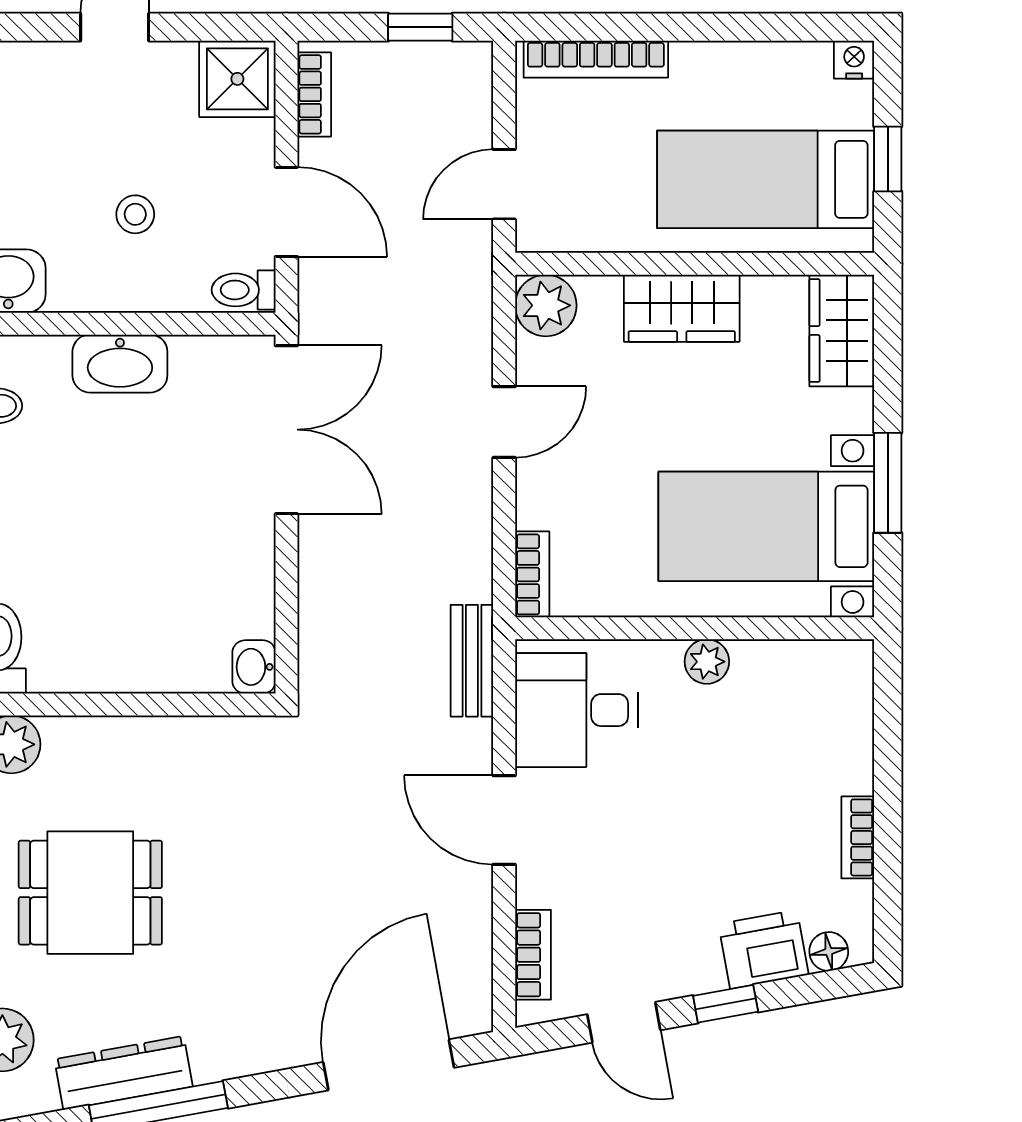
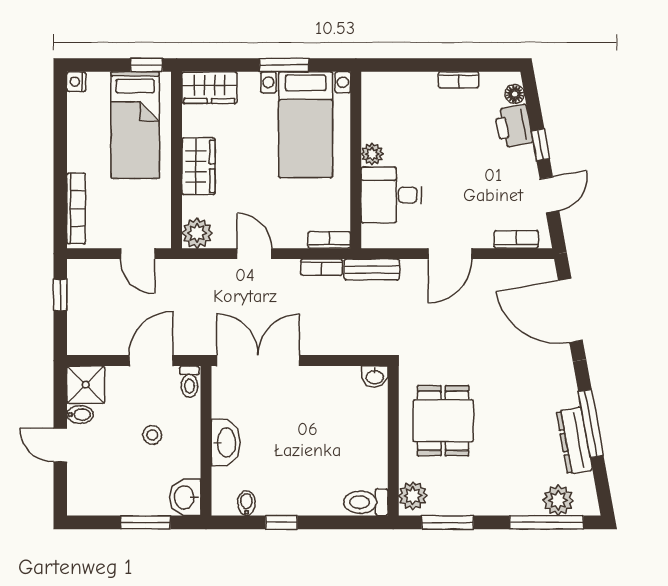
bidet: (177, 68) -> (80, 415), added
bookcase: (314, 94) -> (321, 267), moved, turned 180
window: (888, 159) -> (146, 65), moved
desk: (576, 710) -> (391, 195), moved, turned 90
dining table: (90, 893) -> (443, 421), moved

